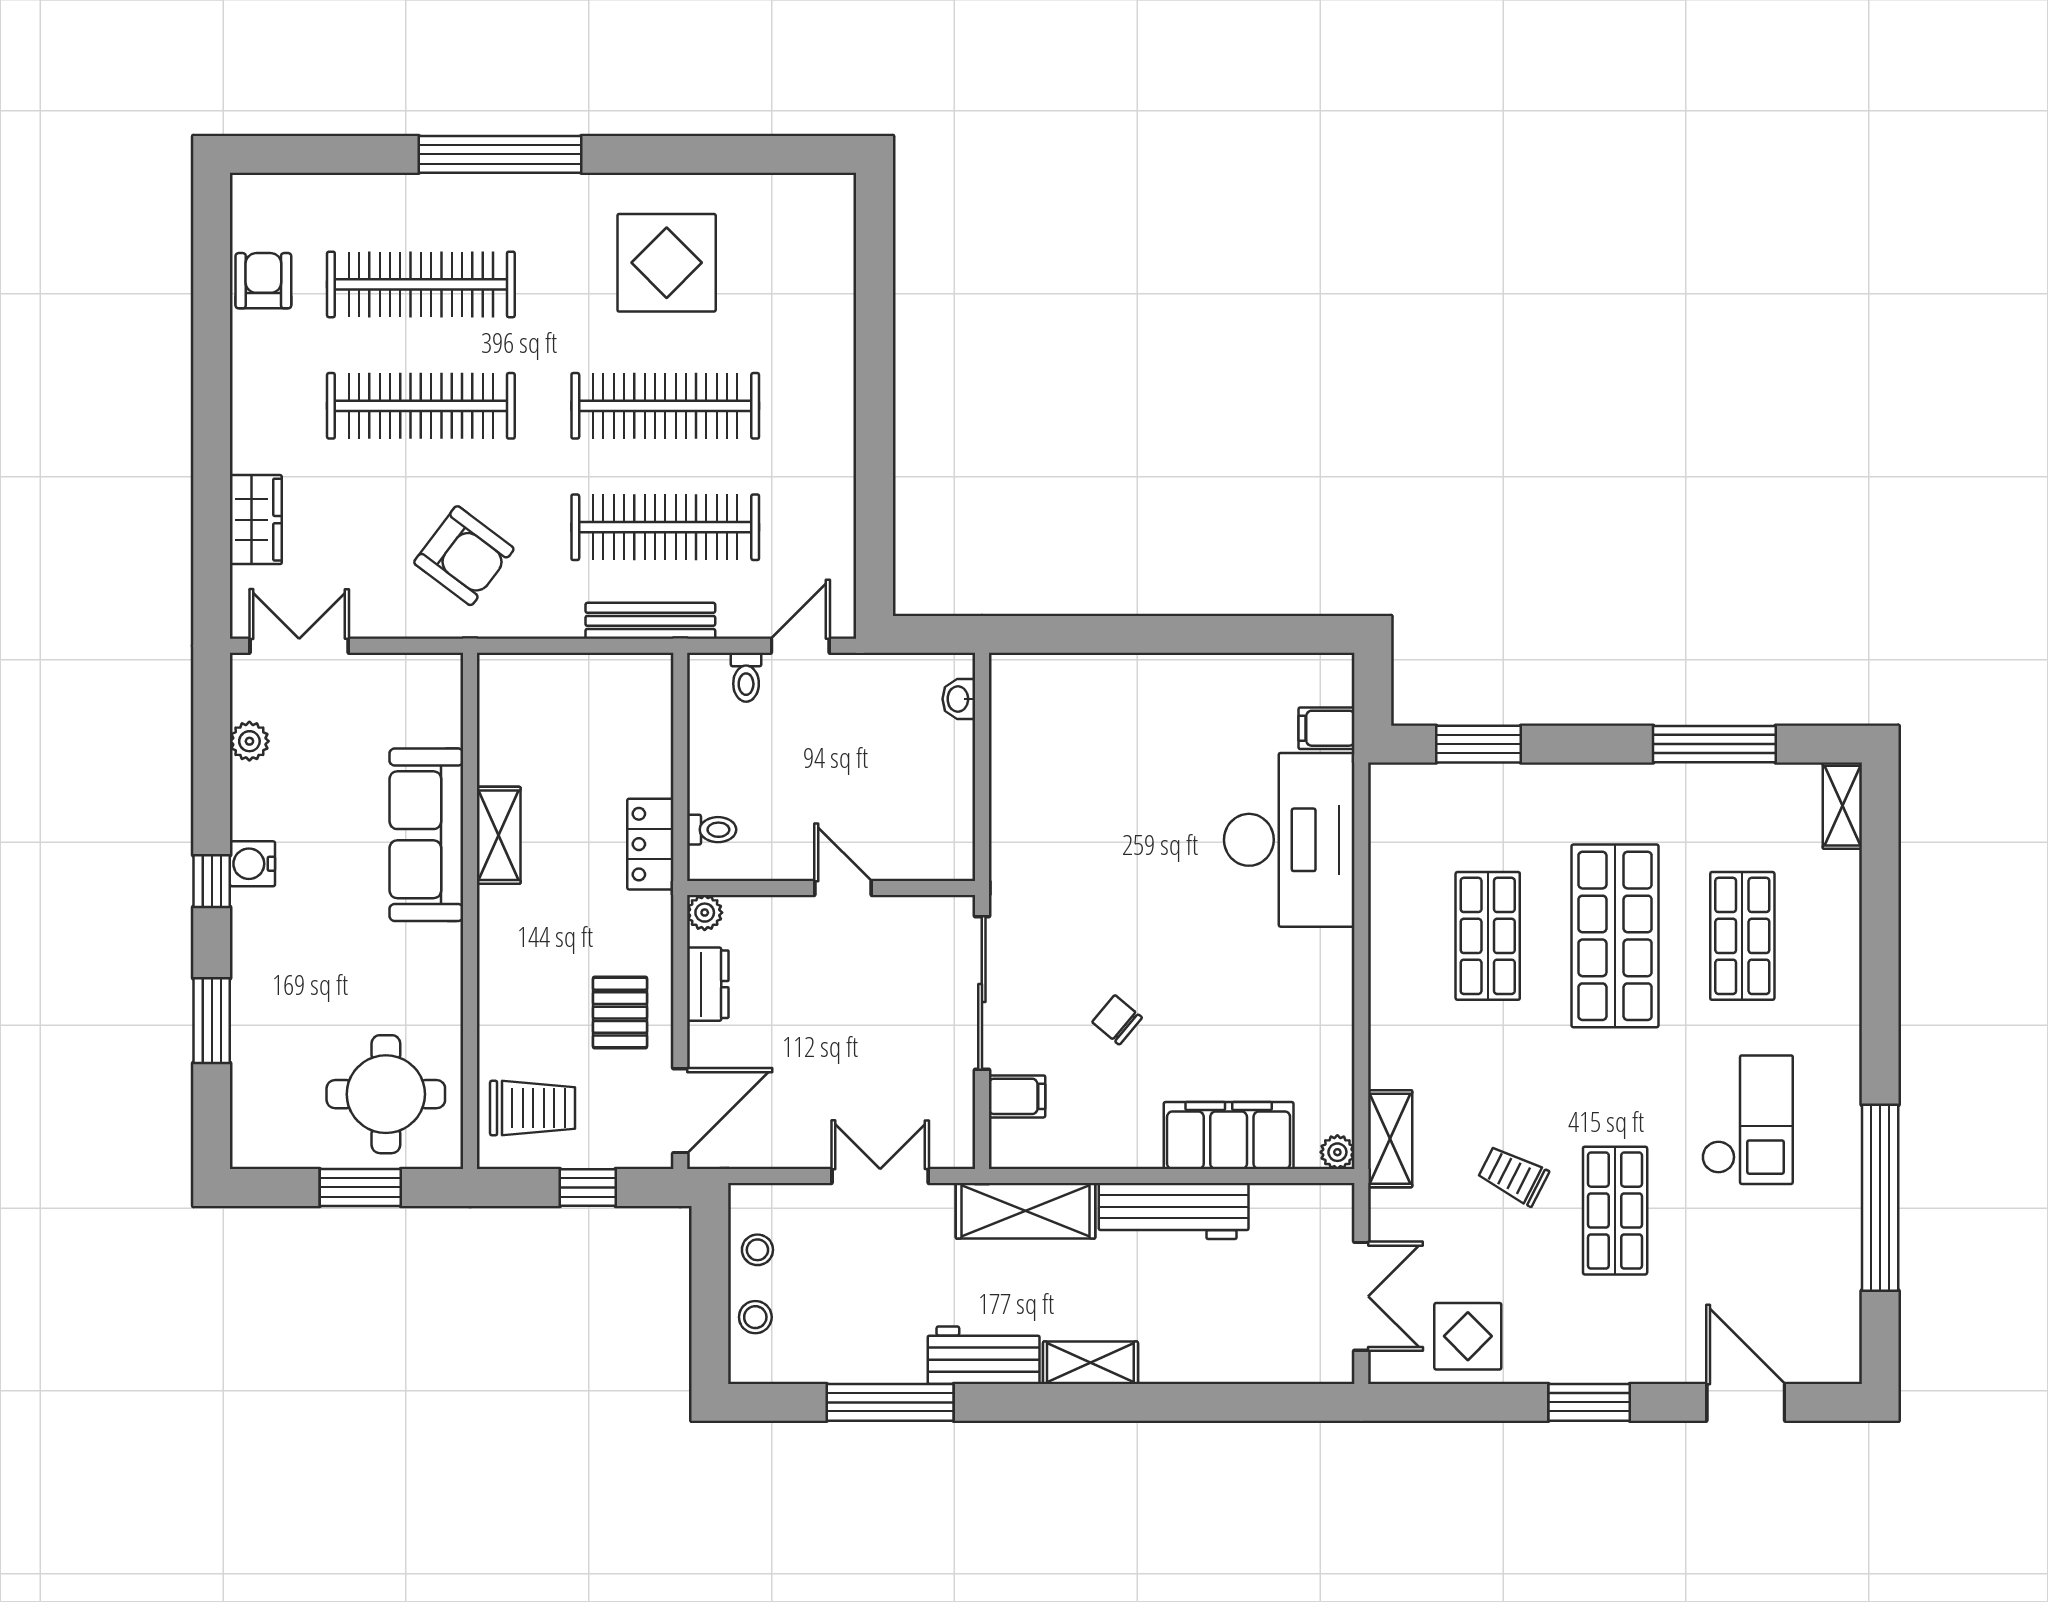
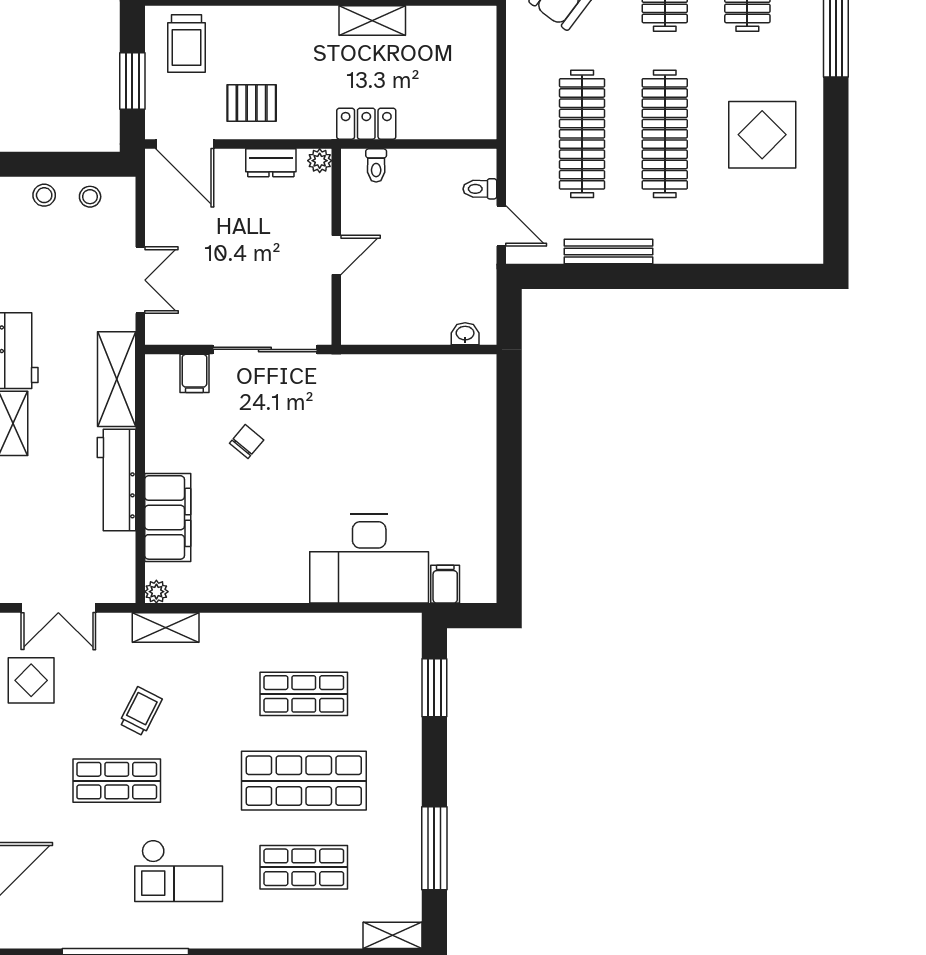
bench: (650, 621) -> (609, 252), moved, turned 90
window: (588, 1187) -> (132, 81), width x1.50

